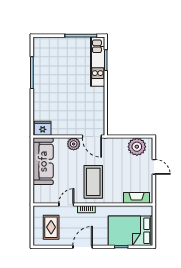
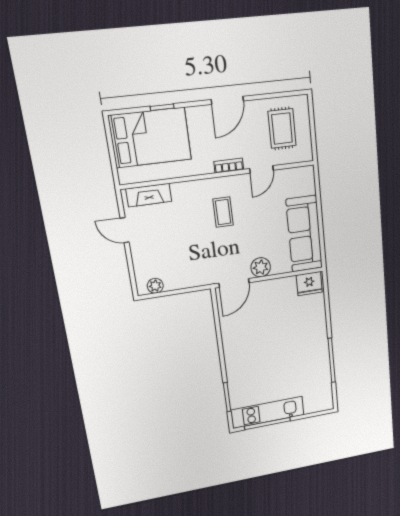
kitchen unit: (98, 62) -> (268, 412), moved, turned -90
door: (92, 136) -> (234, 283), swing flipped
plant: (137, 147) -> (155, 286), width x0.53, depth x0.53
door: (154, 167) -> (125, 230), moved
coffee table: (93, 182) -> (223, 212), width x0.54, depth x0.58

